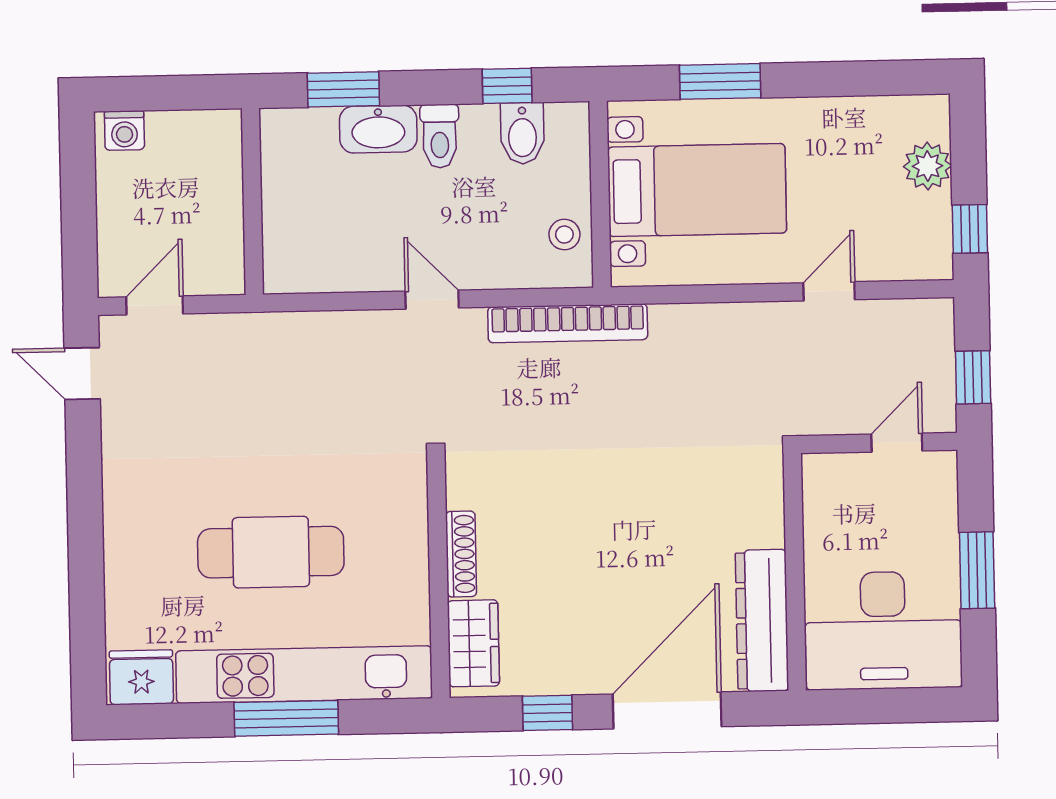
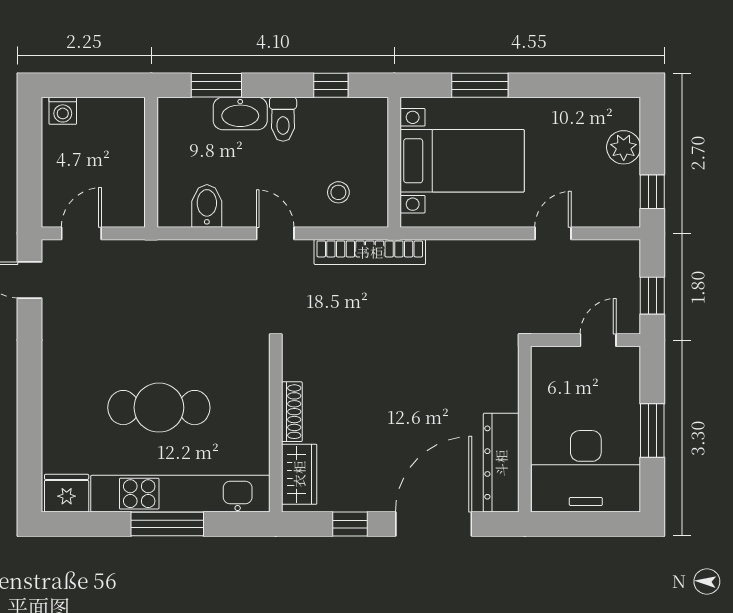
bidet: (522, 133) -> (207, 206), moved, turned 180
stool: (564, 235) -> (338, 192), moved

